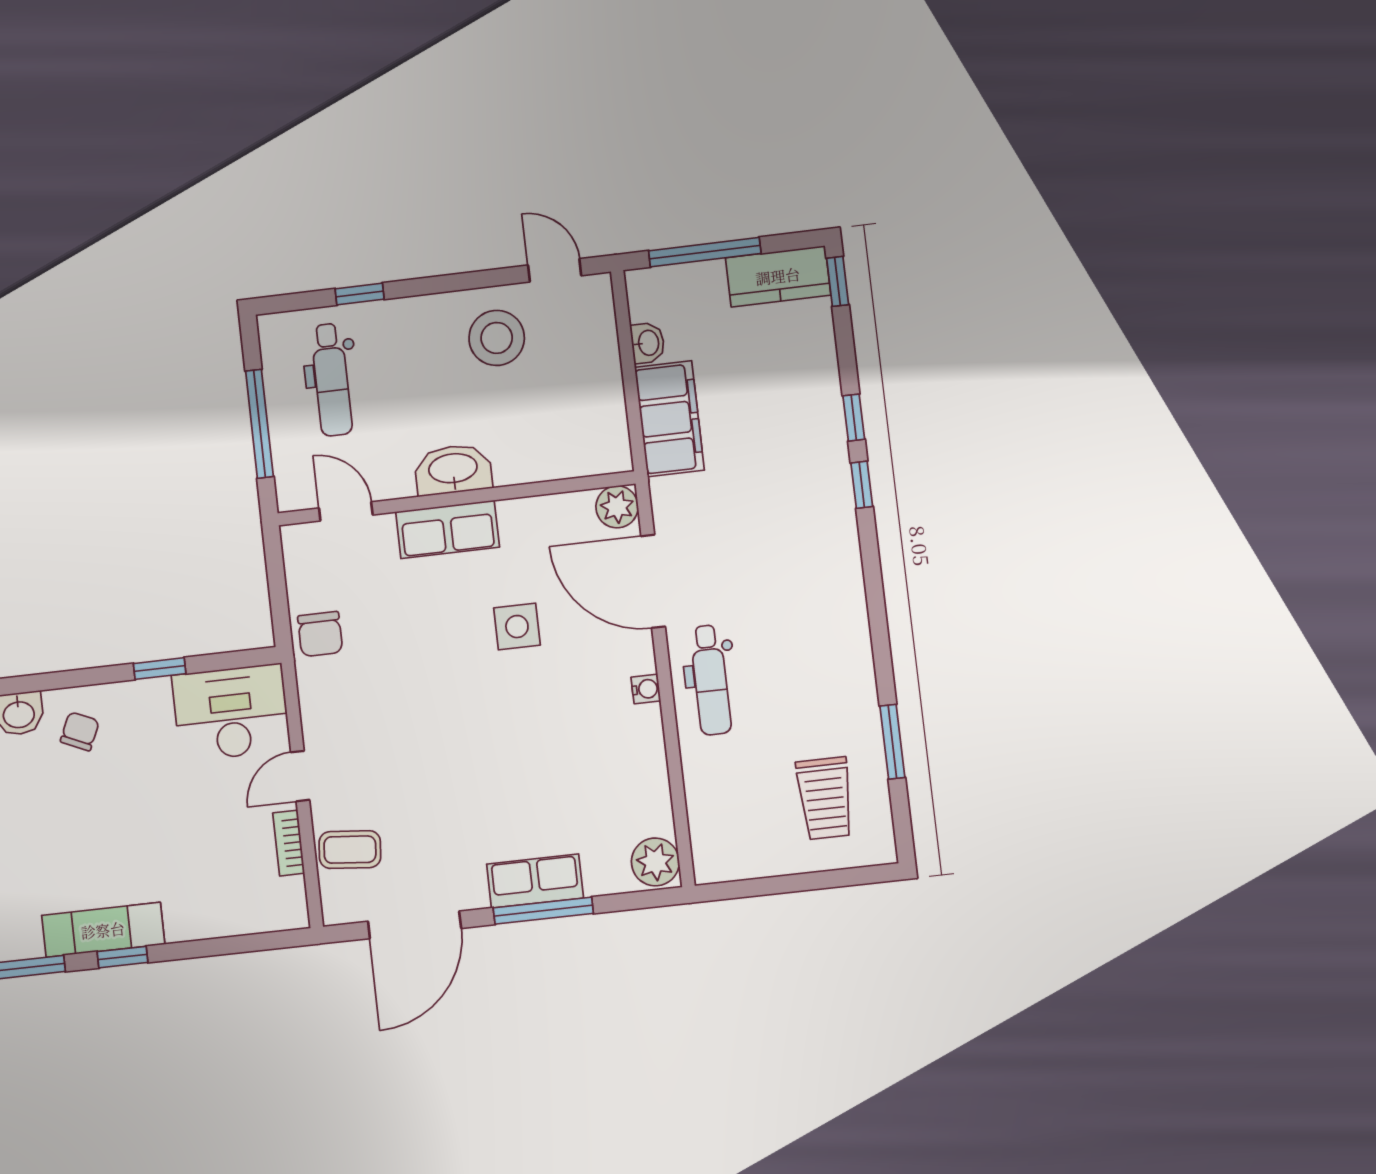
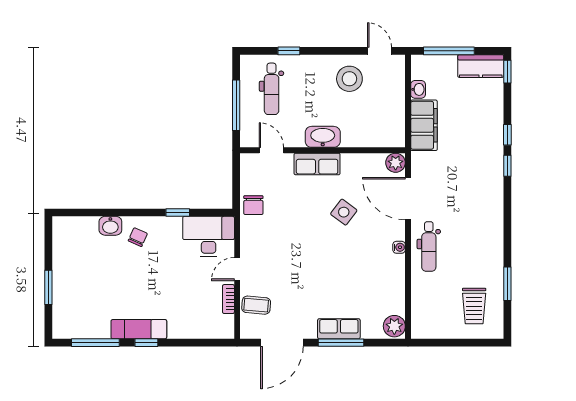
side table: (517, 627) -> (344, 212), turned 37

